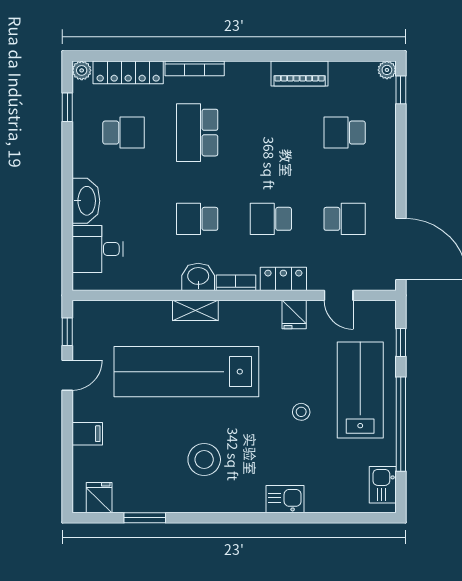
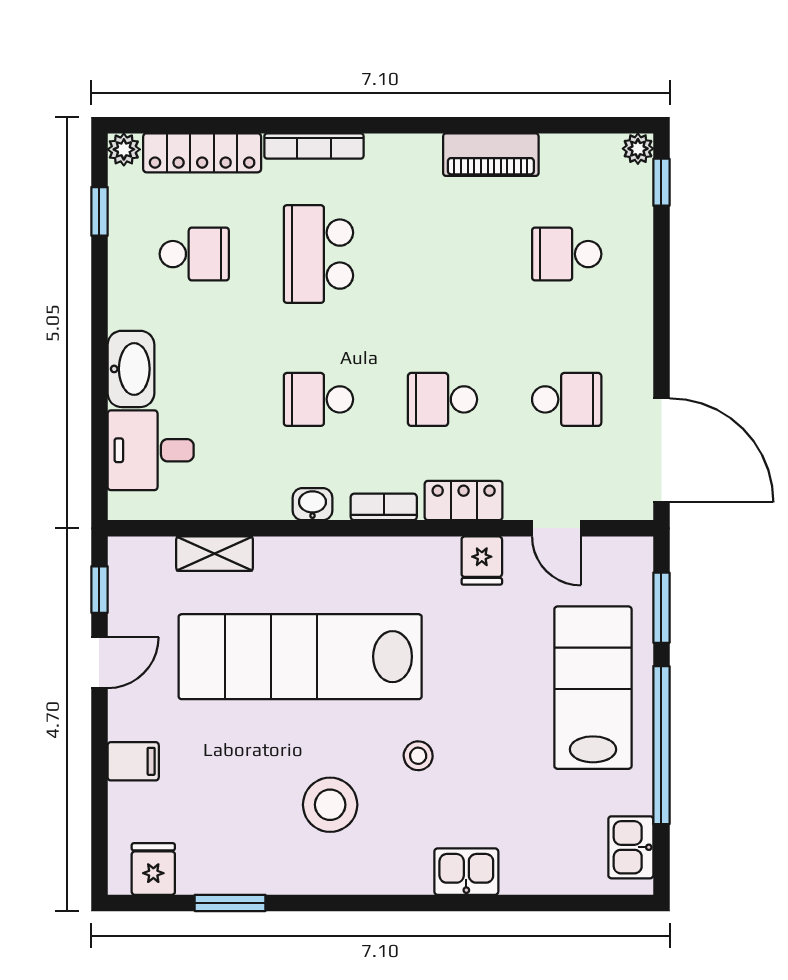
washbasin: (198, 277) -> (312, 504), width x0.72, depth x0.69
shelving: (195, 310) -> (215, 554), moved
window: (401, 343) -> (661, 608), width x1.50
stool: (301, 412) -> (418, 756), moved

